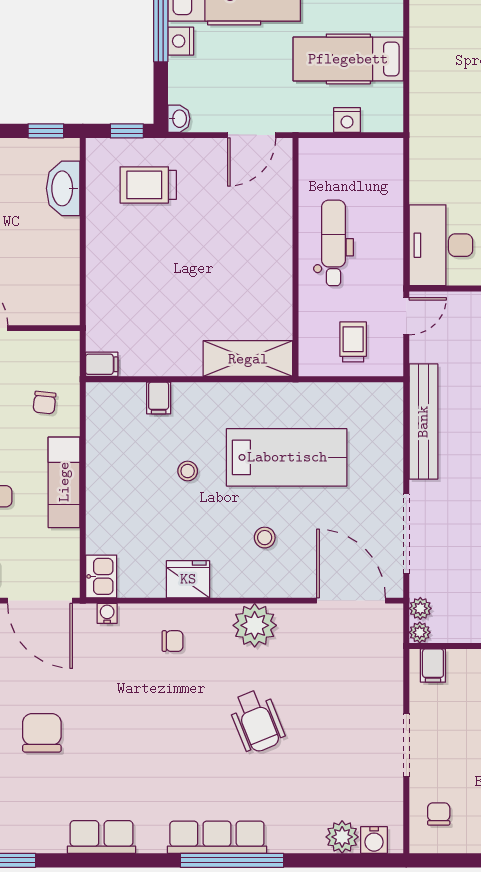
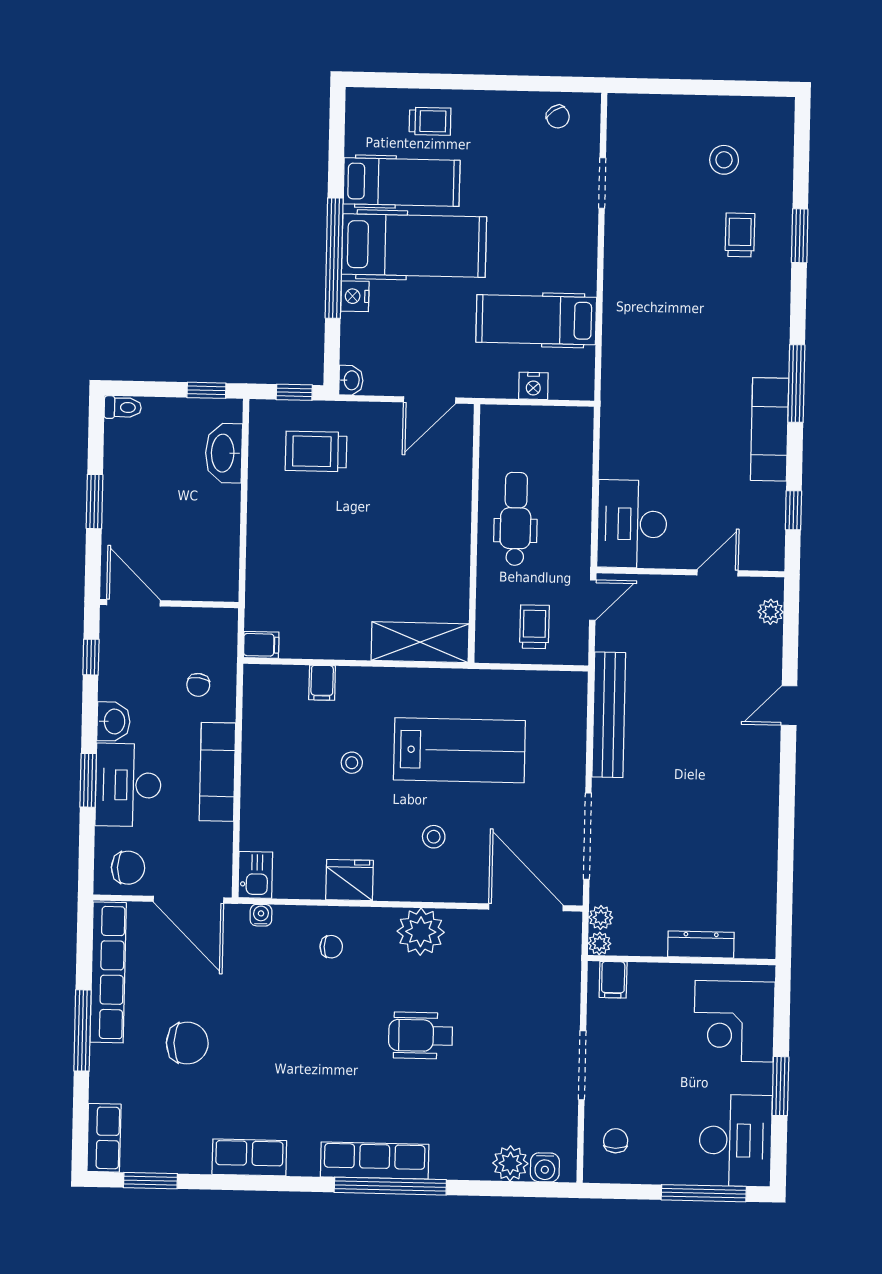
wheelchair: (257, 721) -> (420, 1035), turned 112
chair: (42, 733) -> (187, 1043), turned 90

